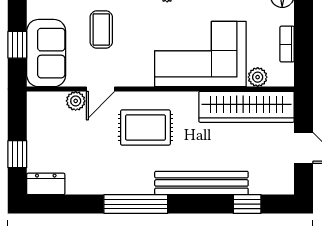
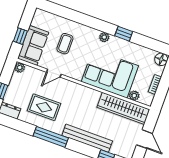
plant: (76, 101) -> (20, 68), moved
rug: (145, 128) -> (44, 107), moved

